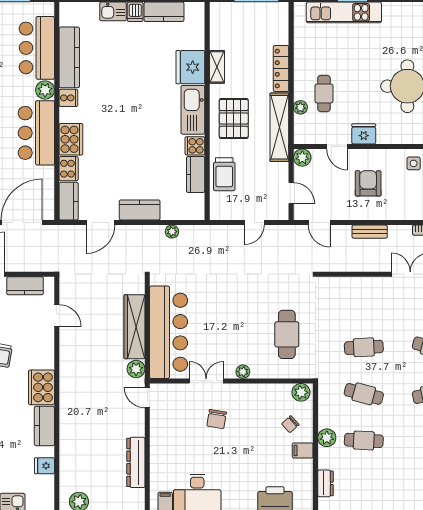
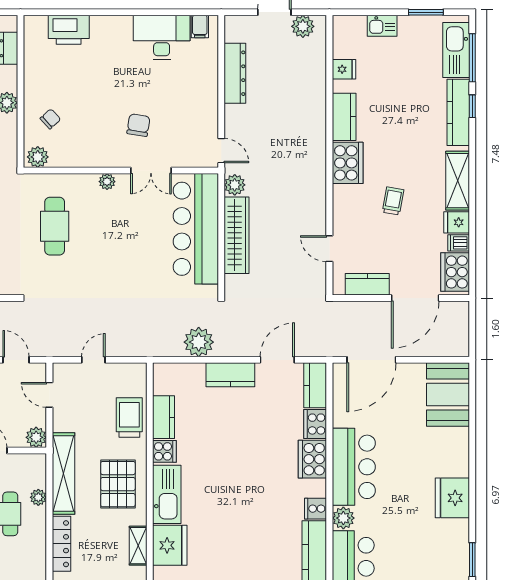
plant: (172, 232) -> (199, 342), width x1.88, depth x1.88
filing cabinet: (303, 450) -> (36, 88), removed

